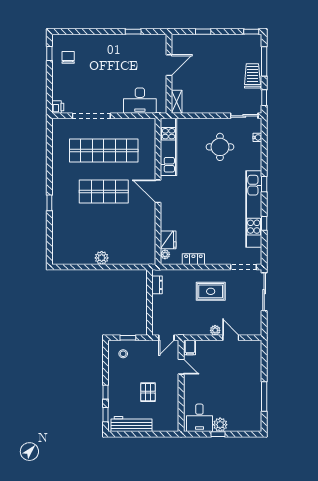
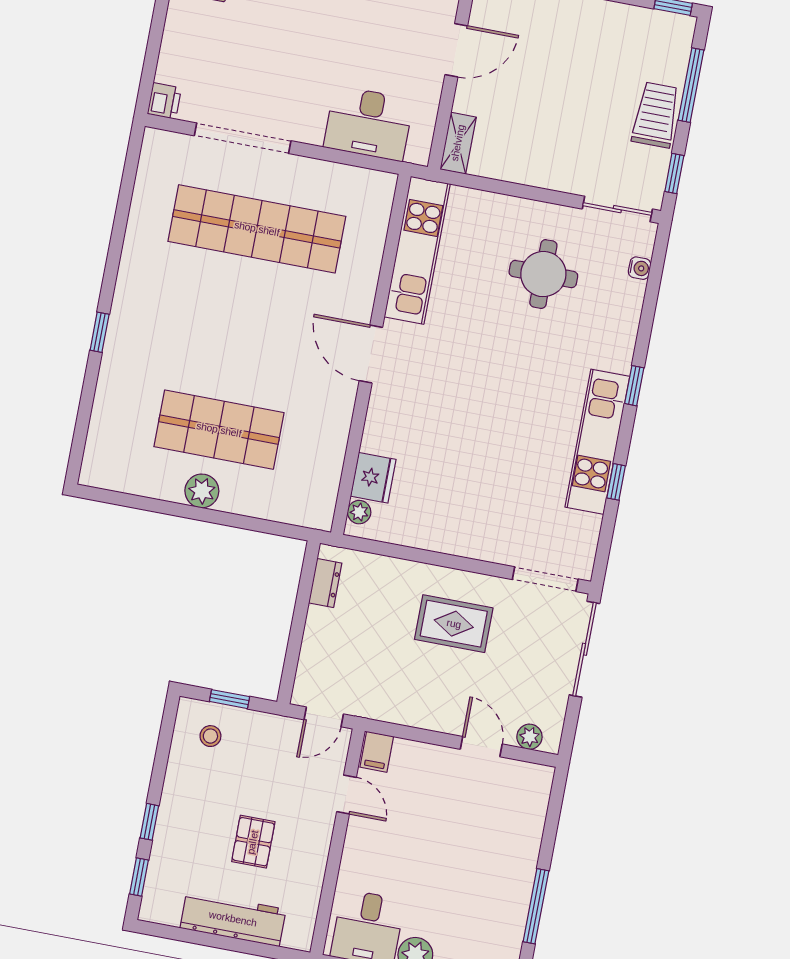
shop shelf: (104, 191) -> (219, 430), moved
kitchen unit: (254, 209) -> (597, 442), width x0.73
locker: (193, 259) -> (426, 537), removed
plant: (215, 330) -> (529, 737), moved
workbench: (131, 424) -> (233, 919), moved

